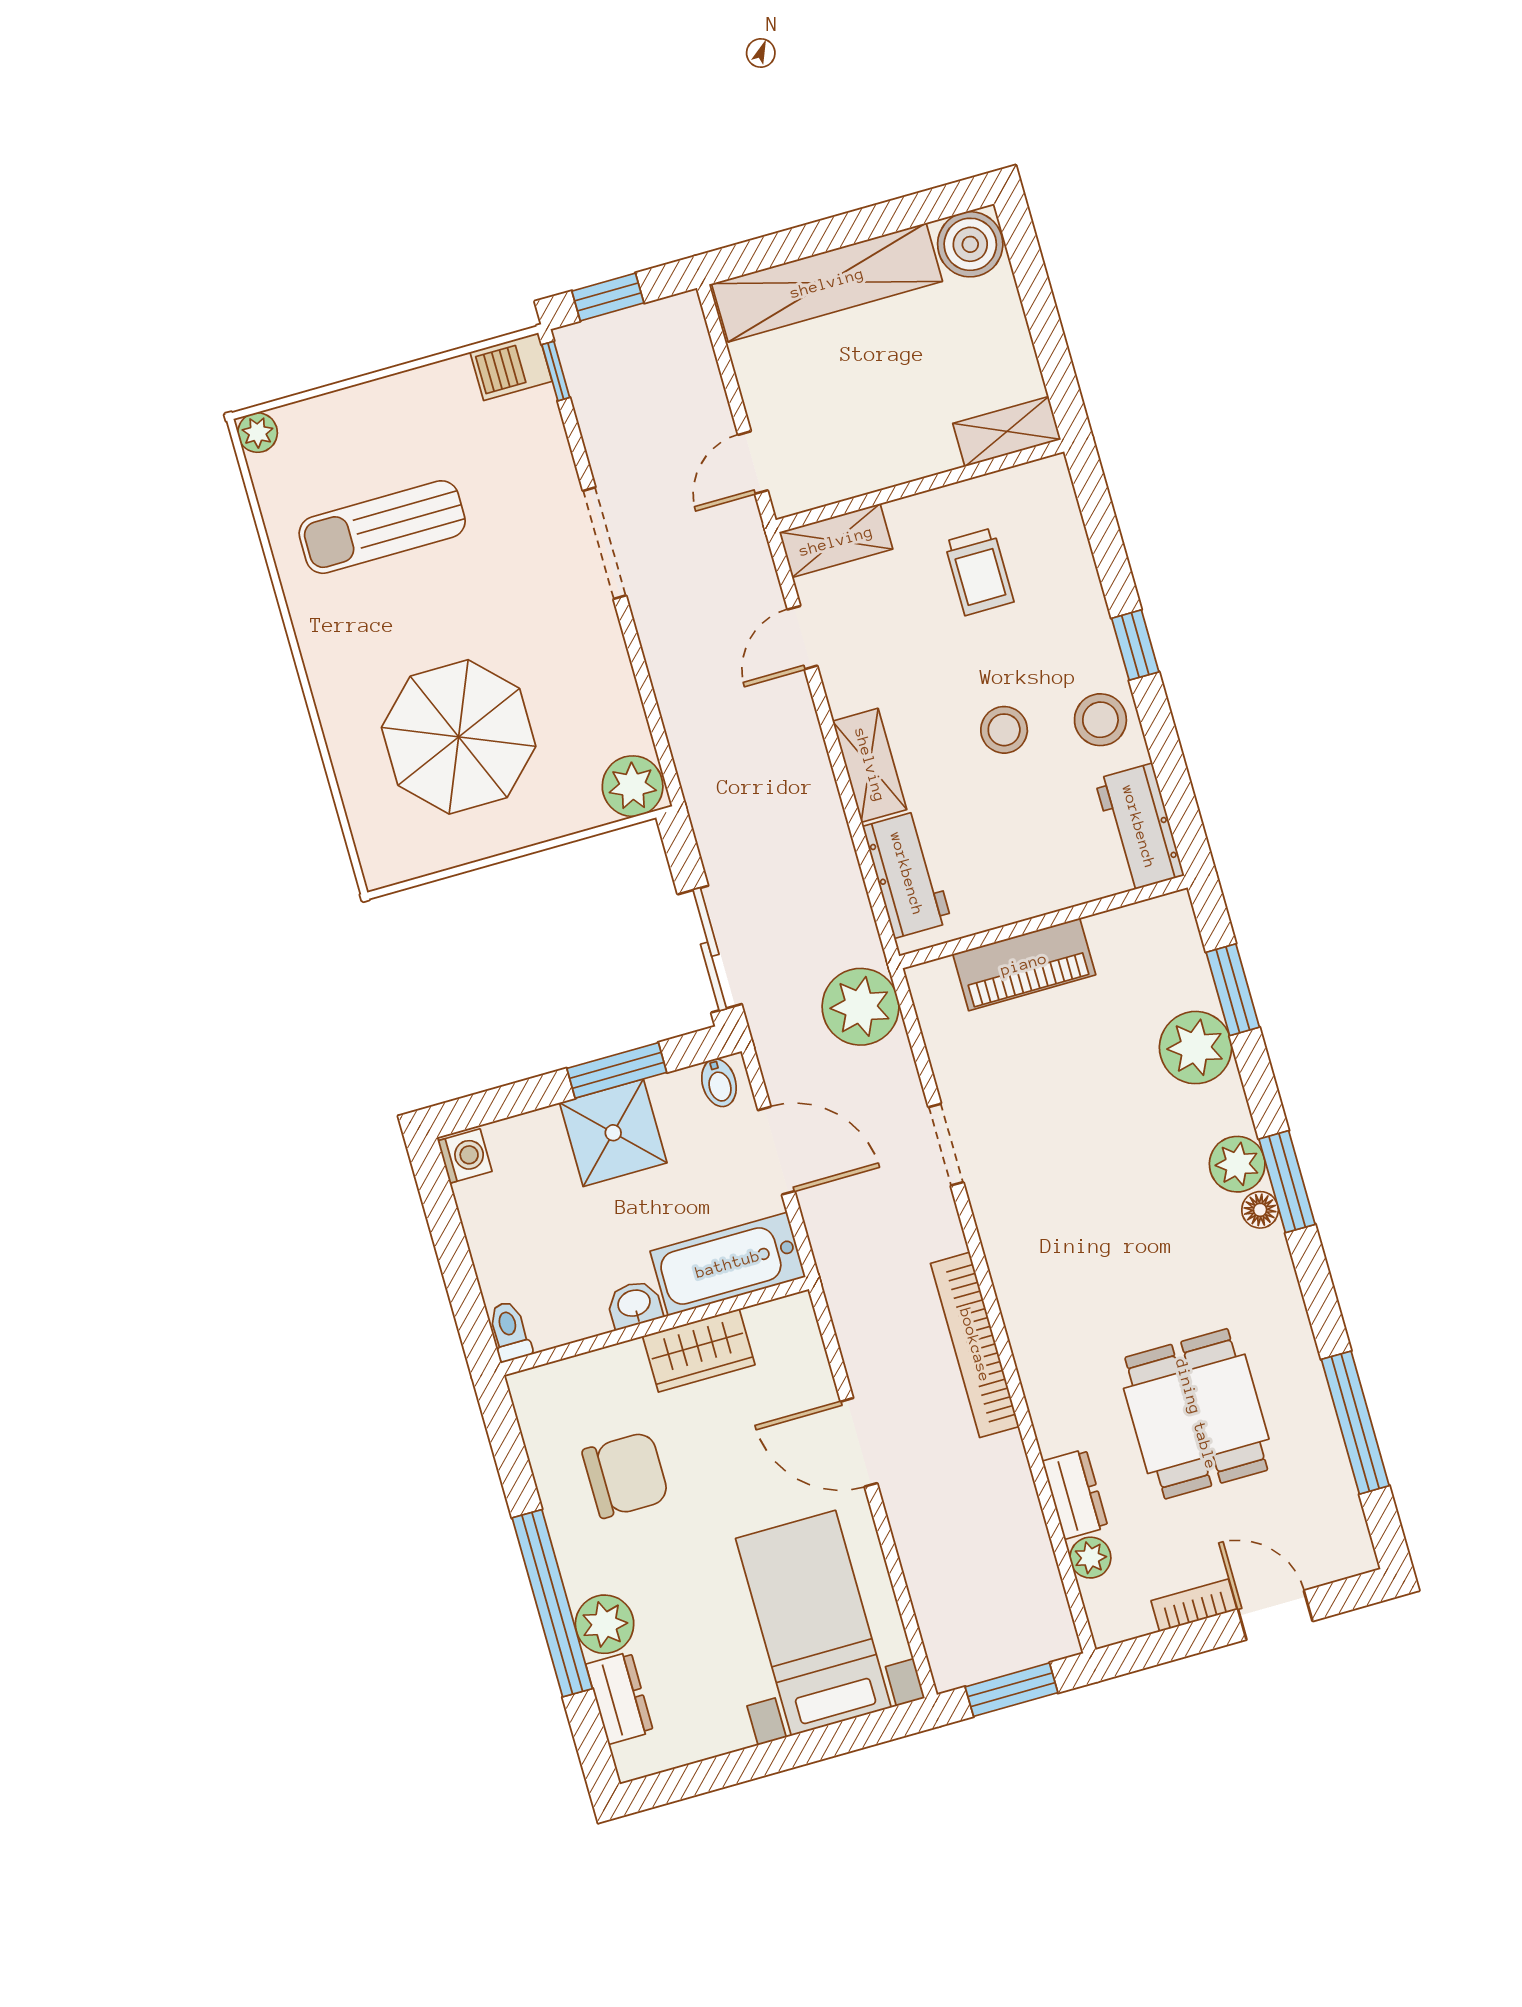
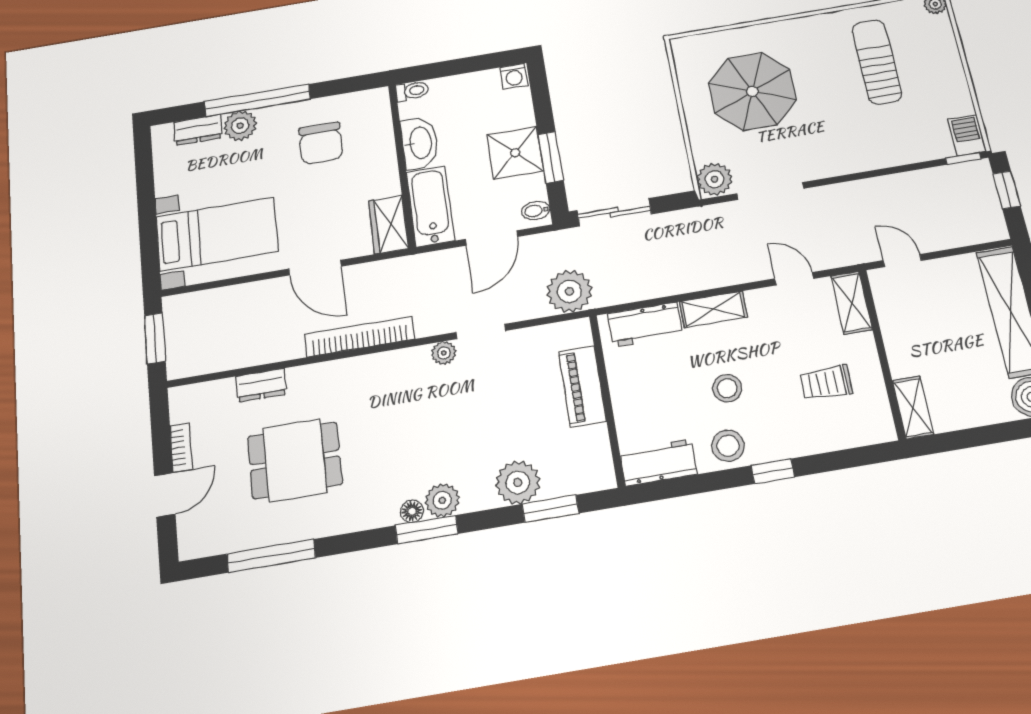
doorway: (604, 543) -> (770, 191), moved
washbasin: (634, 1304) -> (420, 143), width x1.91, depth x1.45
wardrobe: (699, 1350) -> (388, 225), moved
door: (859, 1442) -> (315, 268), swing flipped
plant: (1090, 1558) -> (444, 353), moved

